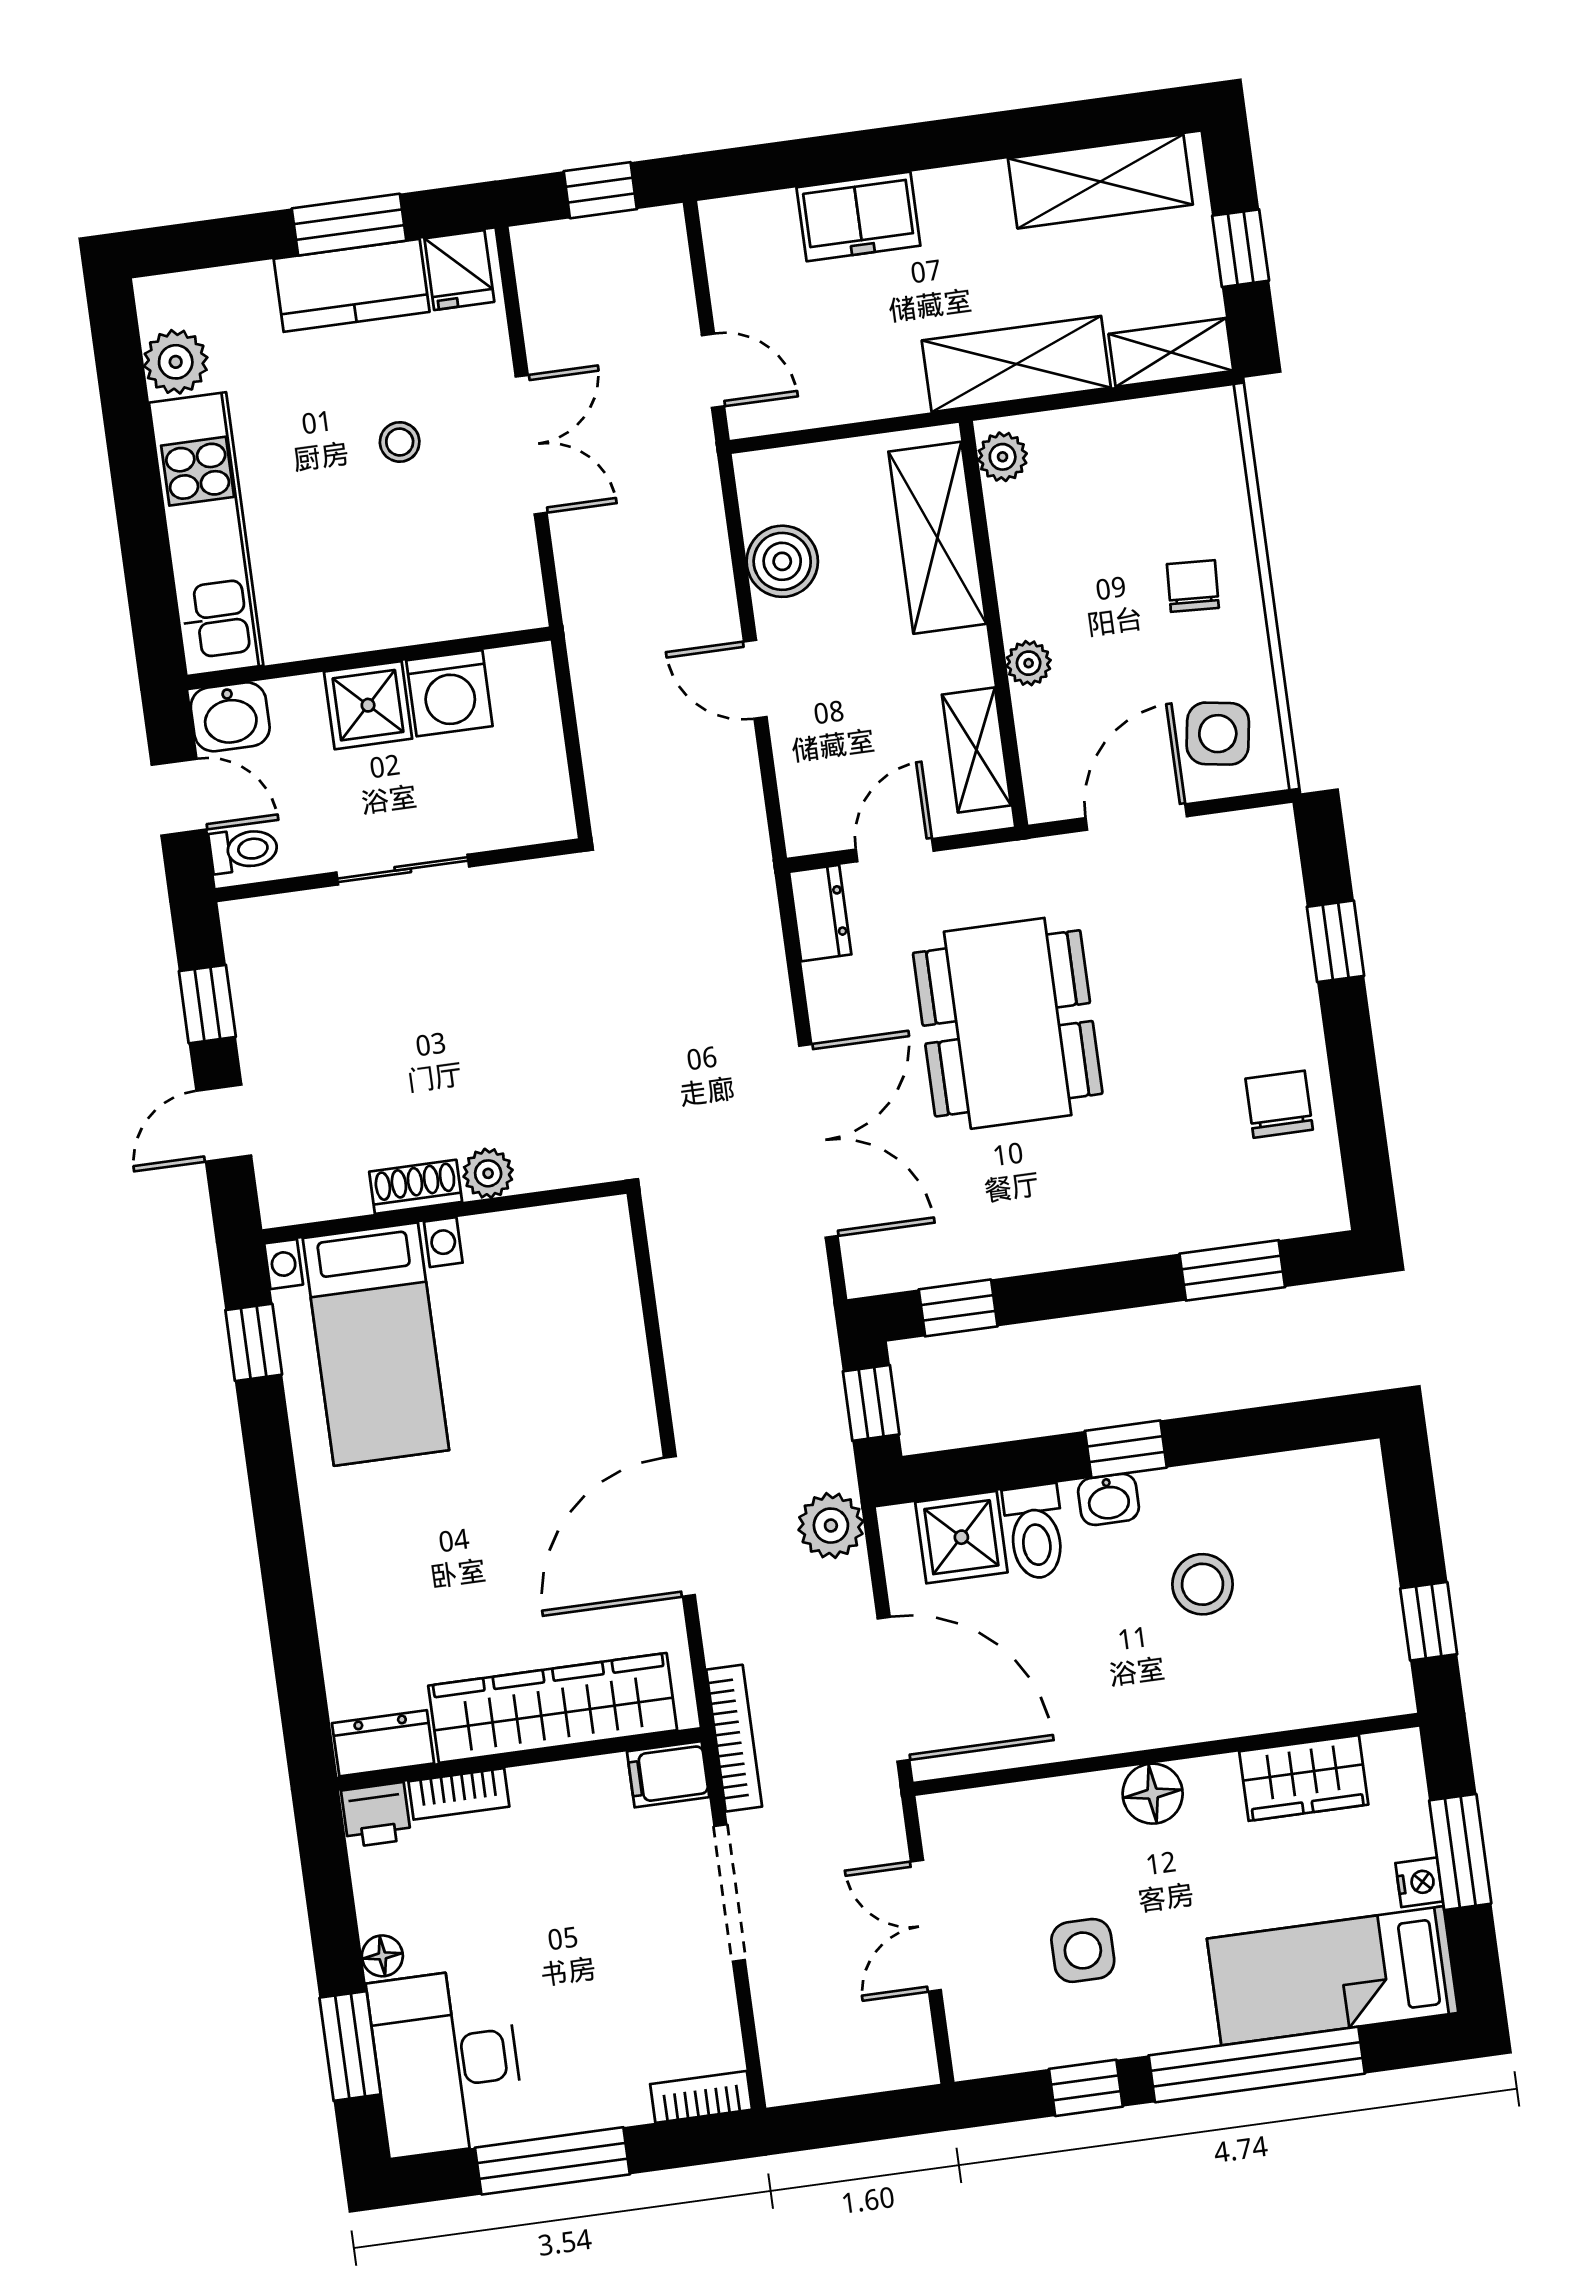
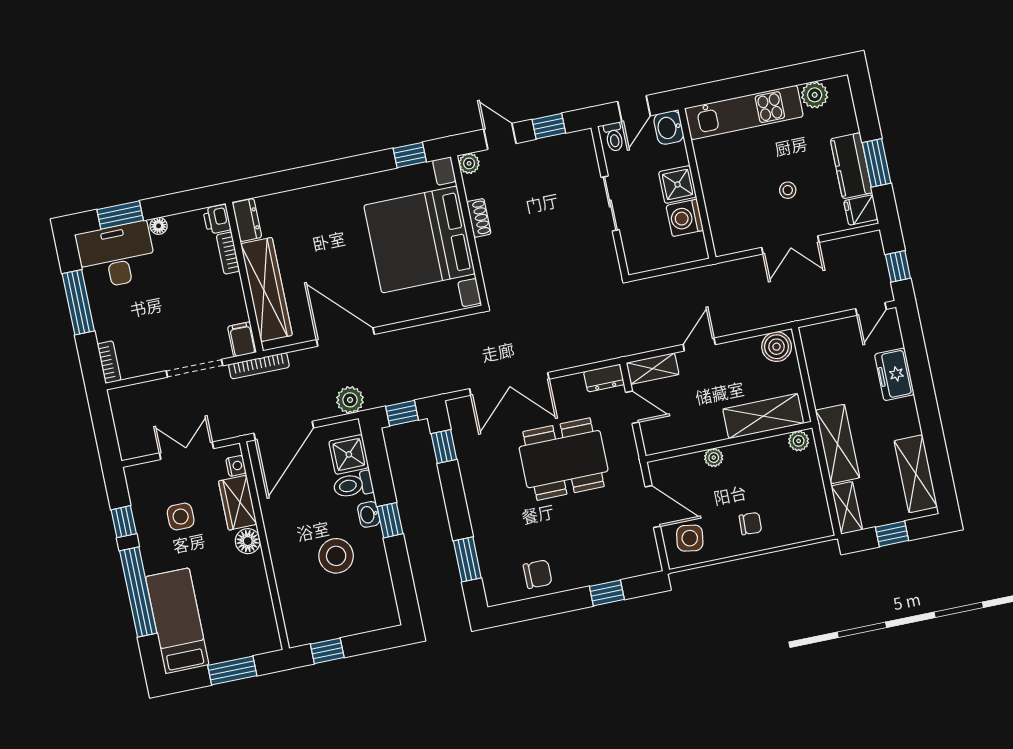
door: (713, 371) -> (871, 309), moved
boiler: (782, 561) -> (777, 347), moved
shelving: (976, 750) -> (653, 369), moved
plant: (488, 1173) -> (469, 163), moved
bed with nightstands: (376, 1344) -> (419, 240), width x1.85
stool: (1203, 1584) -> (336, 556), width x1.38, depth x1.38
wardrobe: (1304, 1778) -> (238, 503), moved
nightstand: (1419, 1882) -> (236, 466), moved, turned -90

